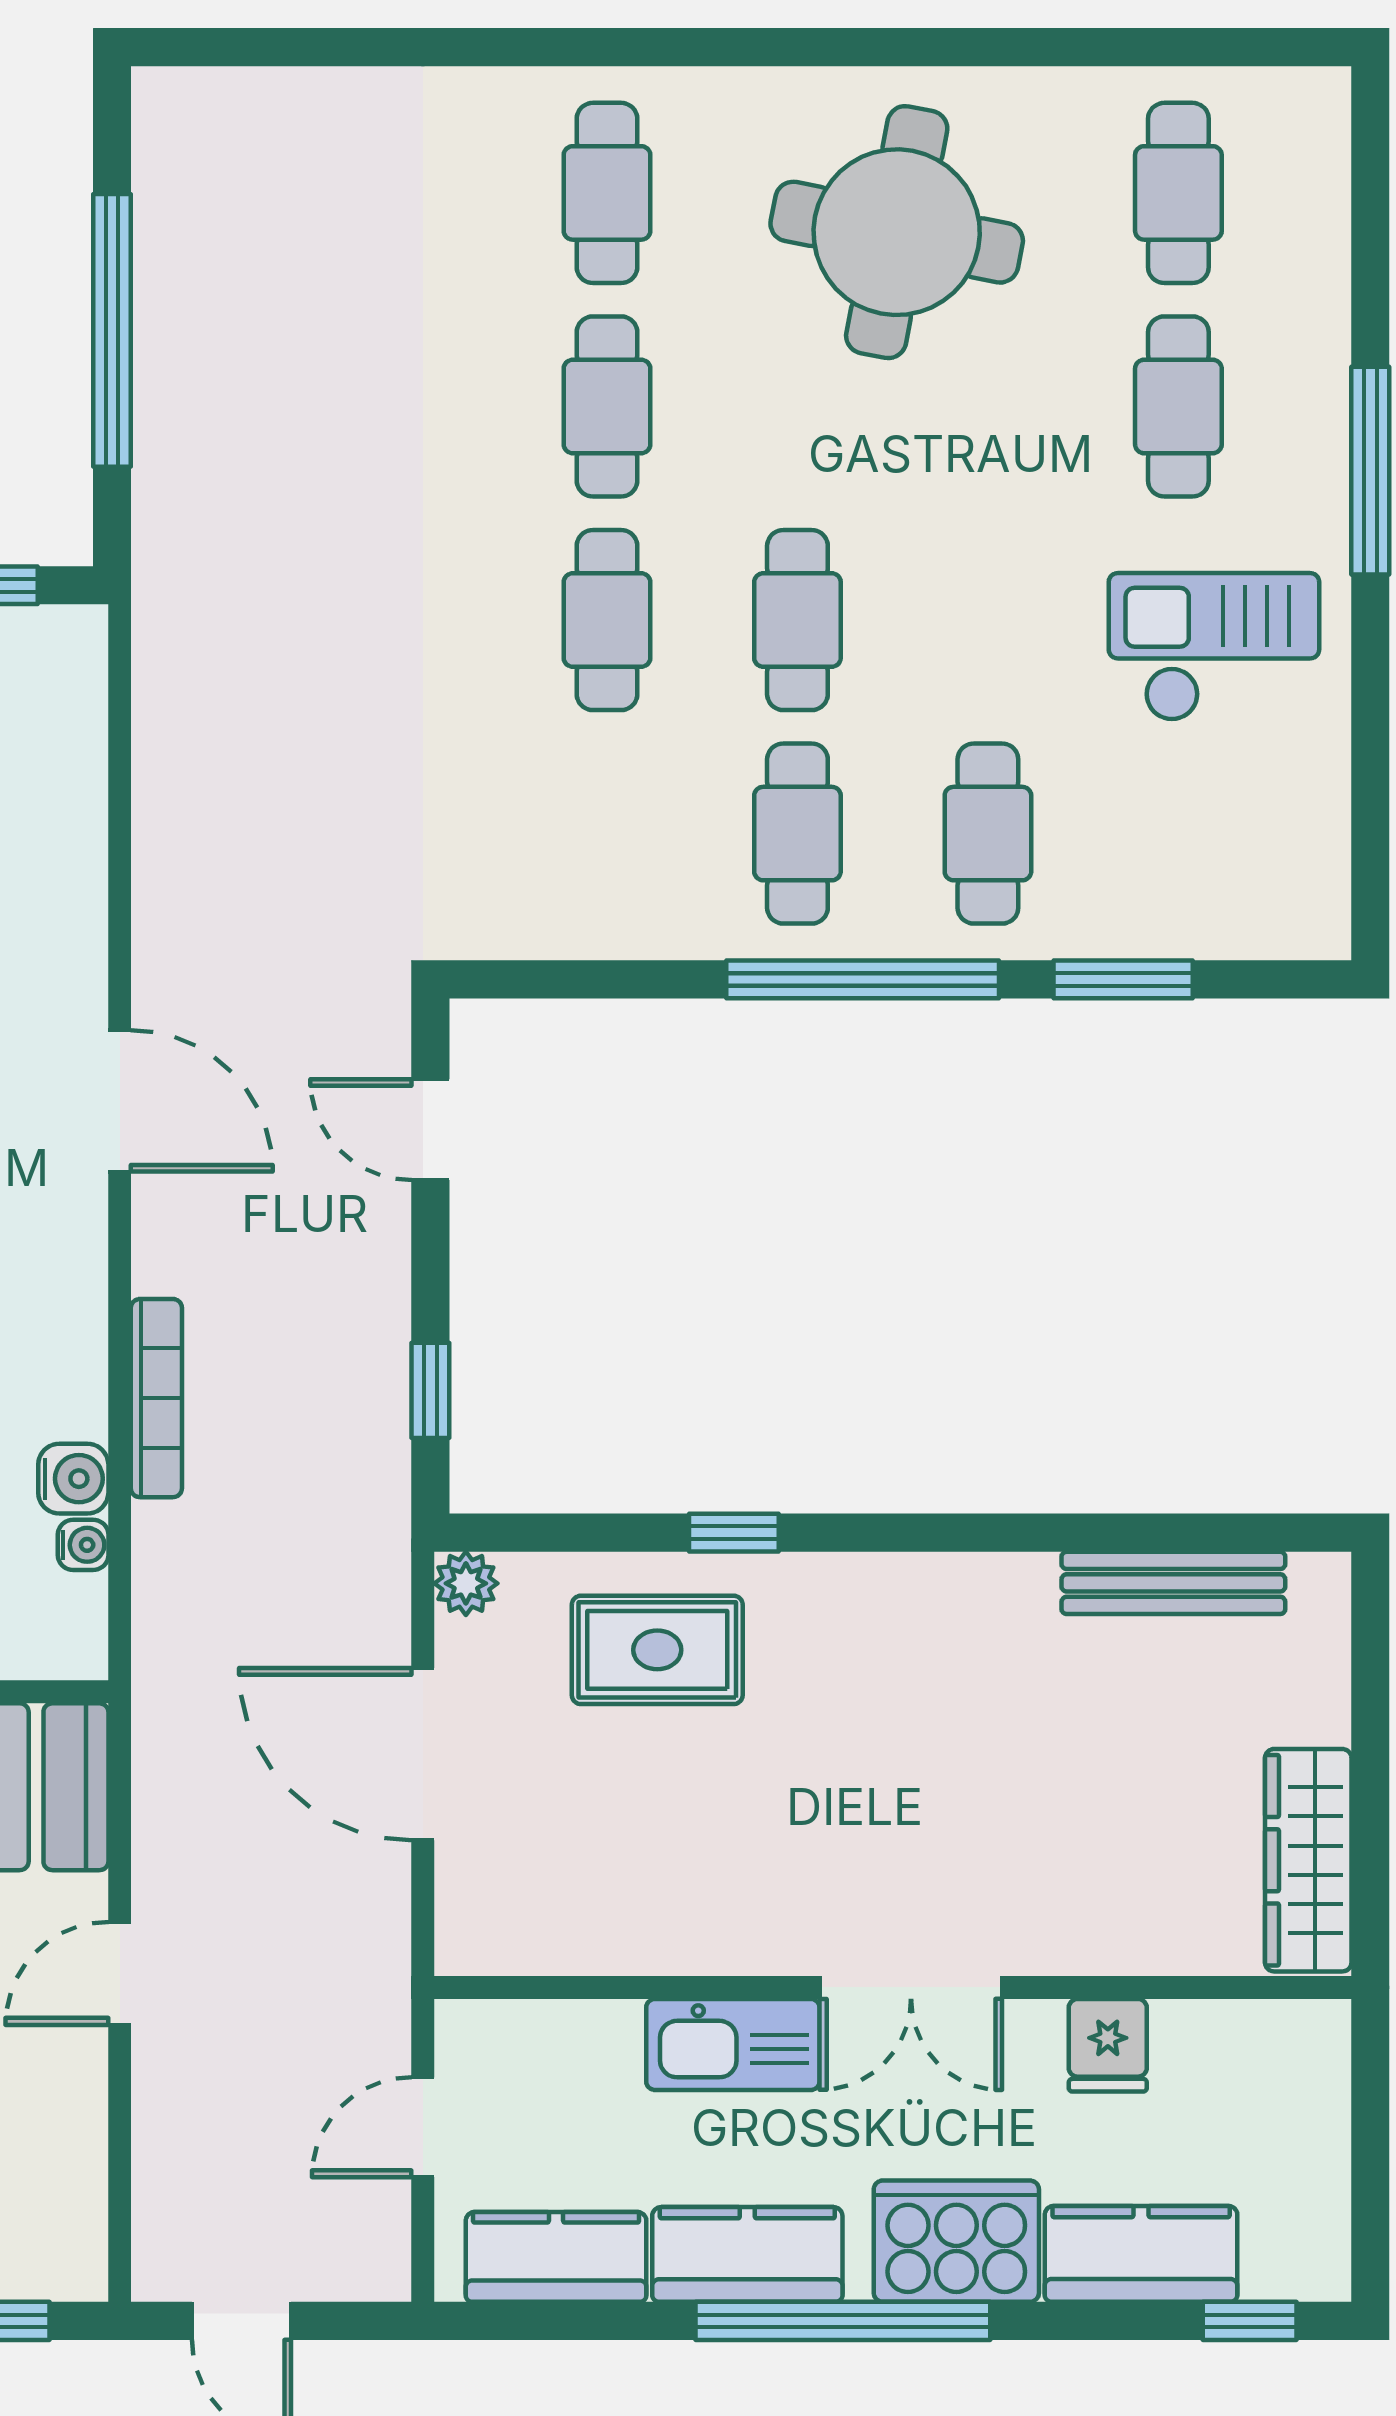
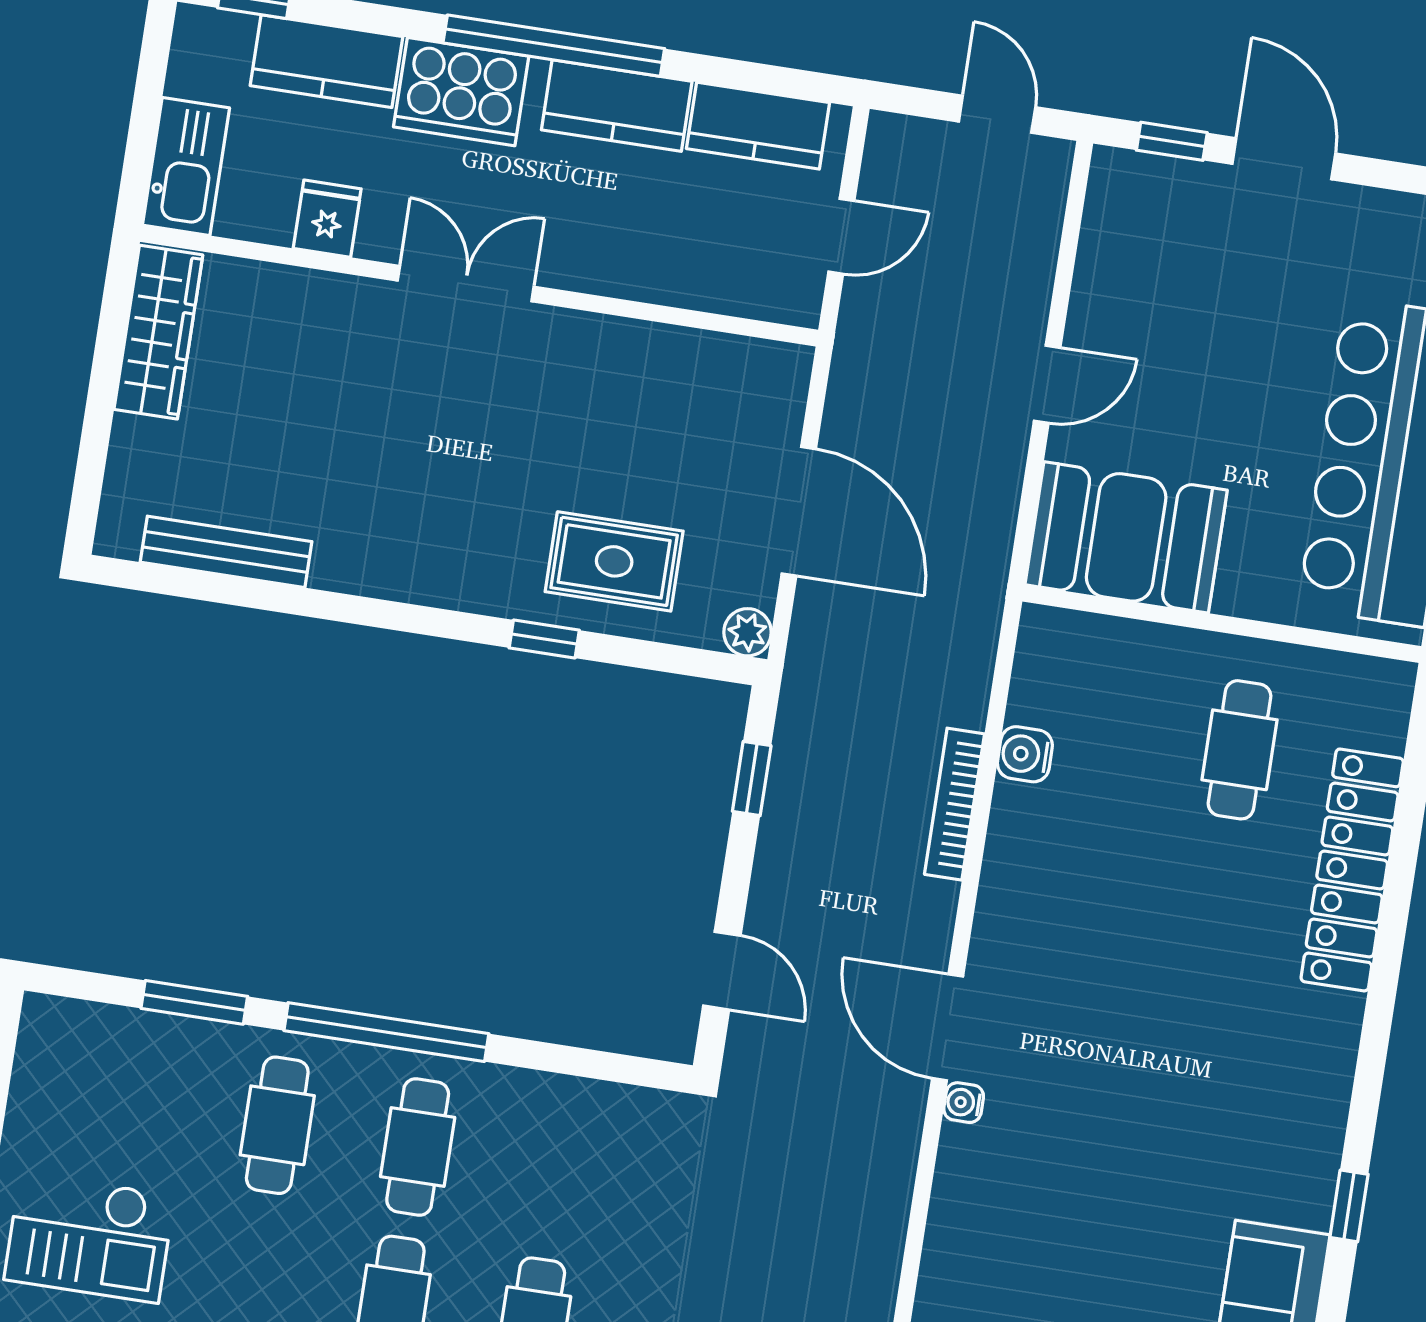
water cooler: (83, 1545) -> (964, 1103), moved
kitchen sink: (733, 2044) -> (186, 166), moved, turned 90

